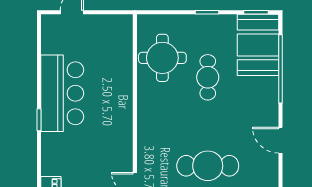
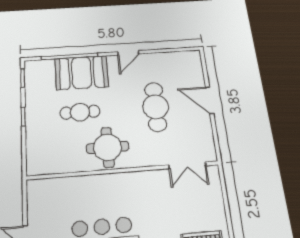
booth: (258, 45) -> (82, 73), moved
round table: (162, 58) -> (108, 147), moved

